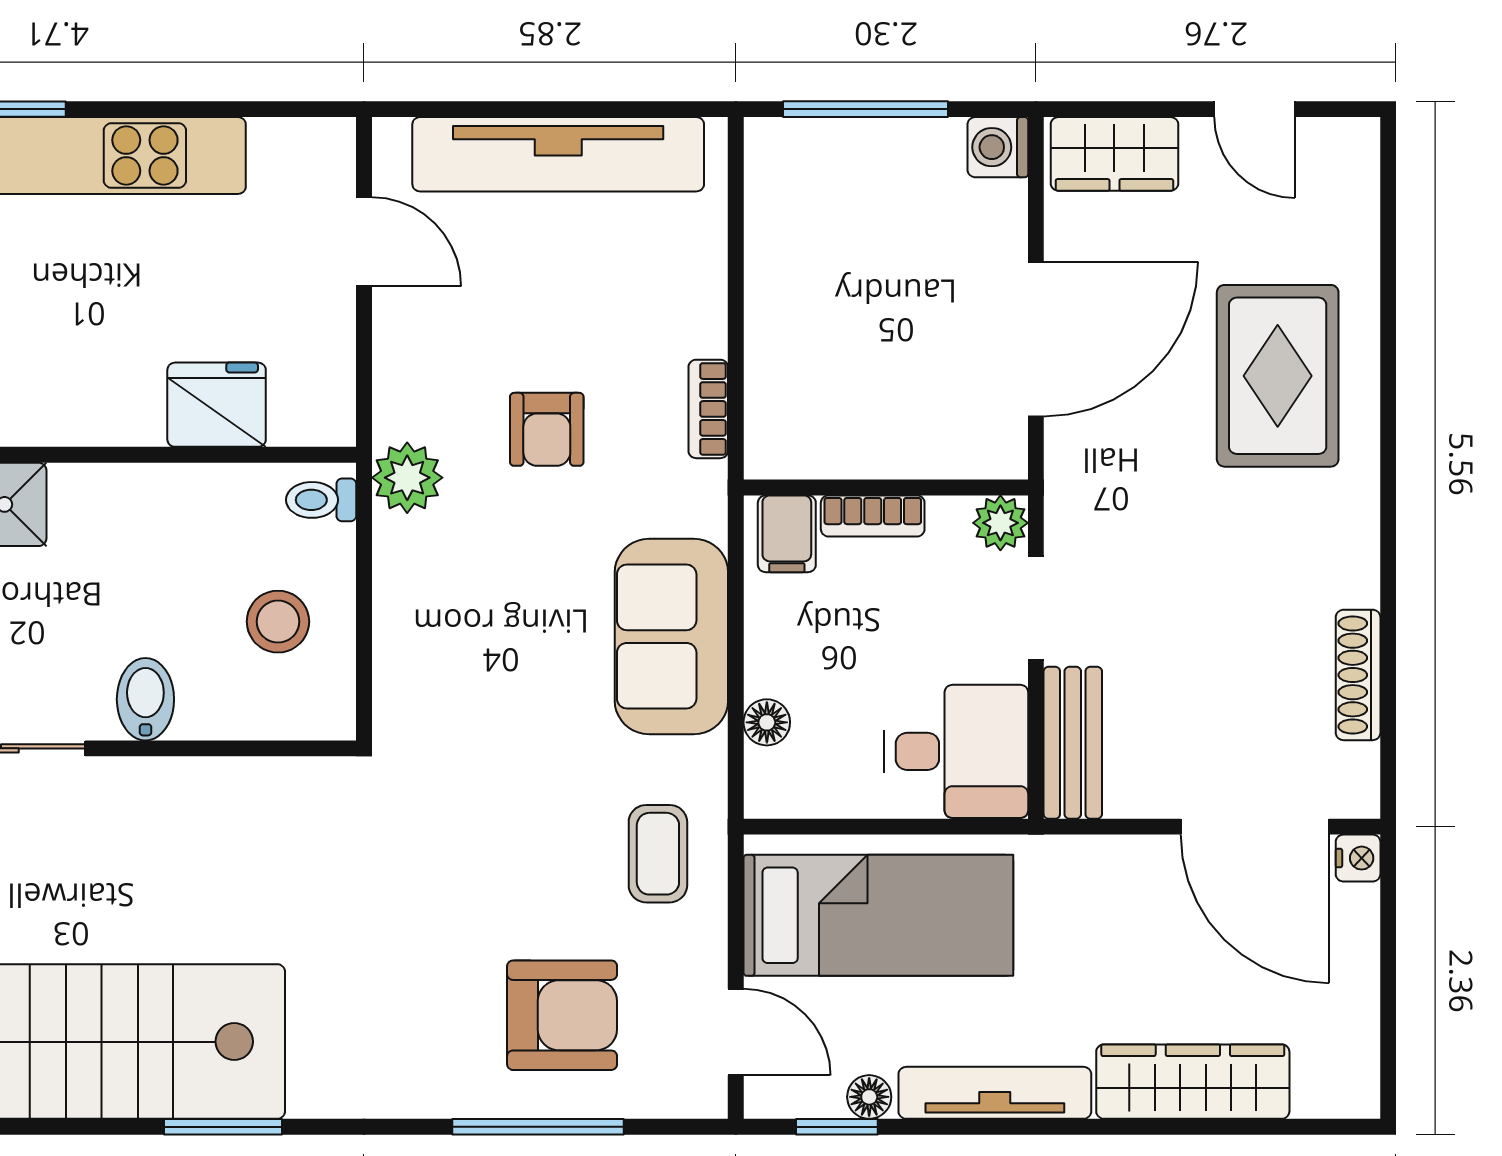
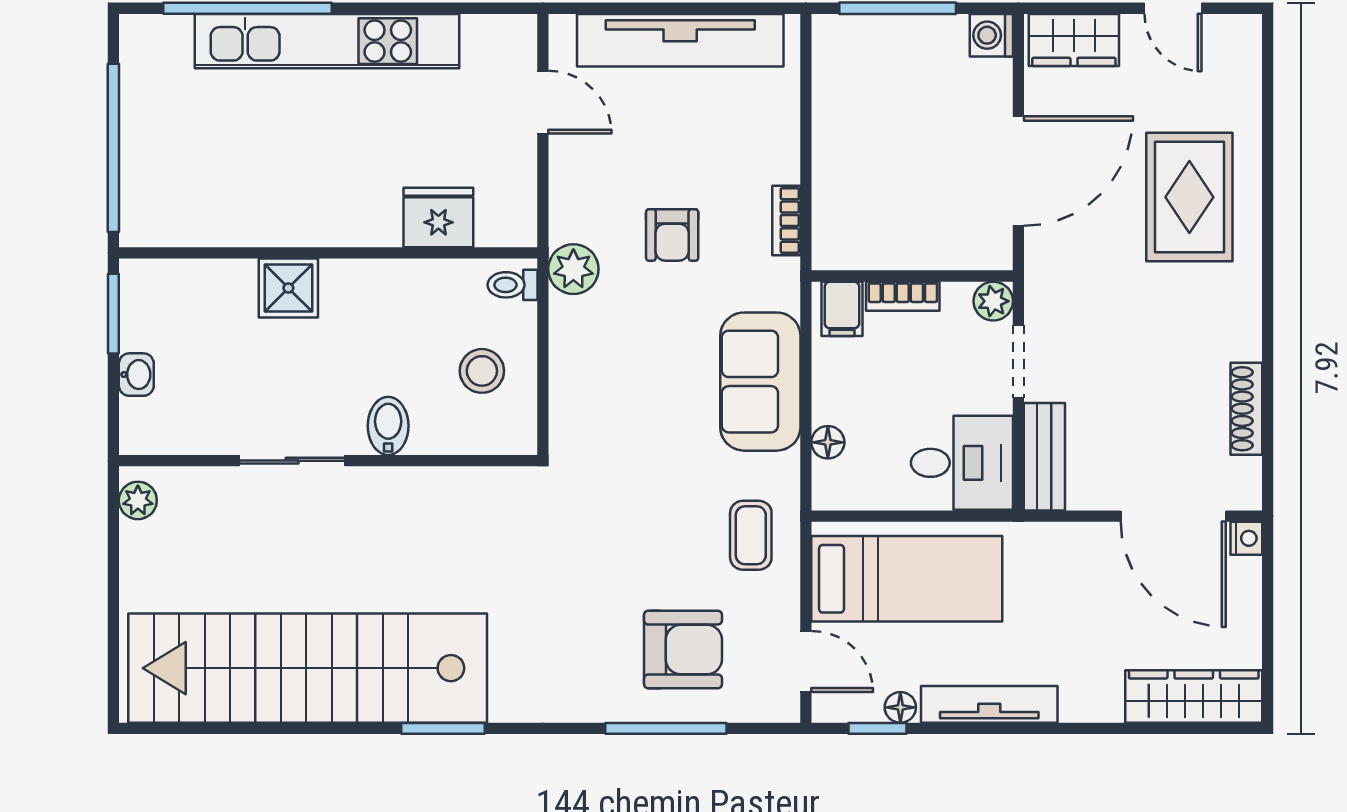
wardrobe: (1193, 1082) -> (1194, 696), moved

